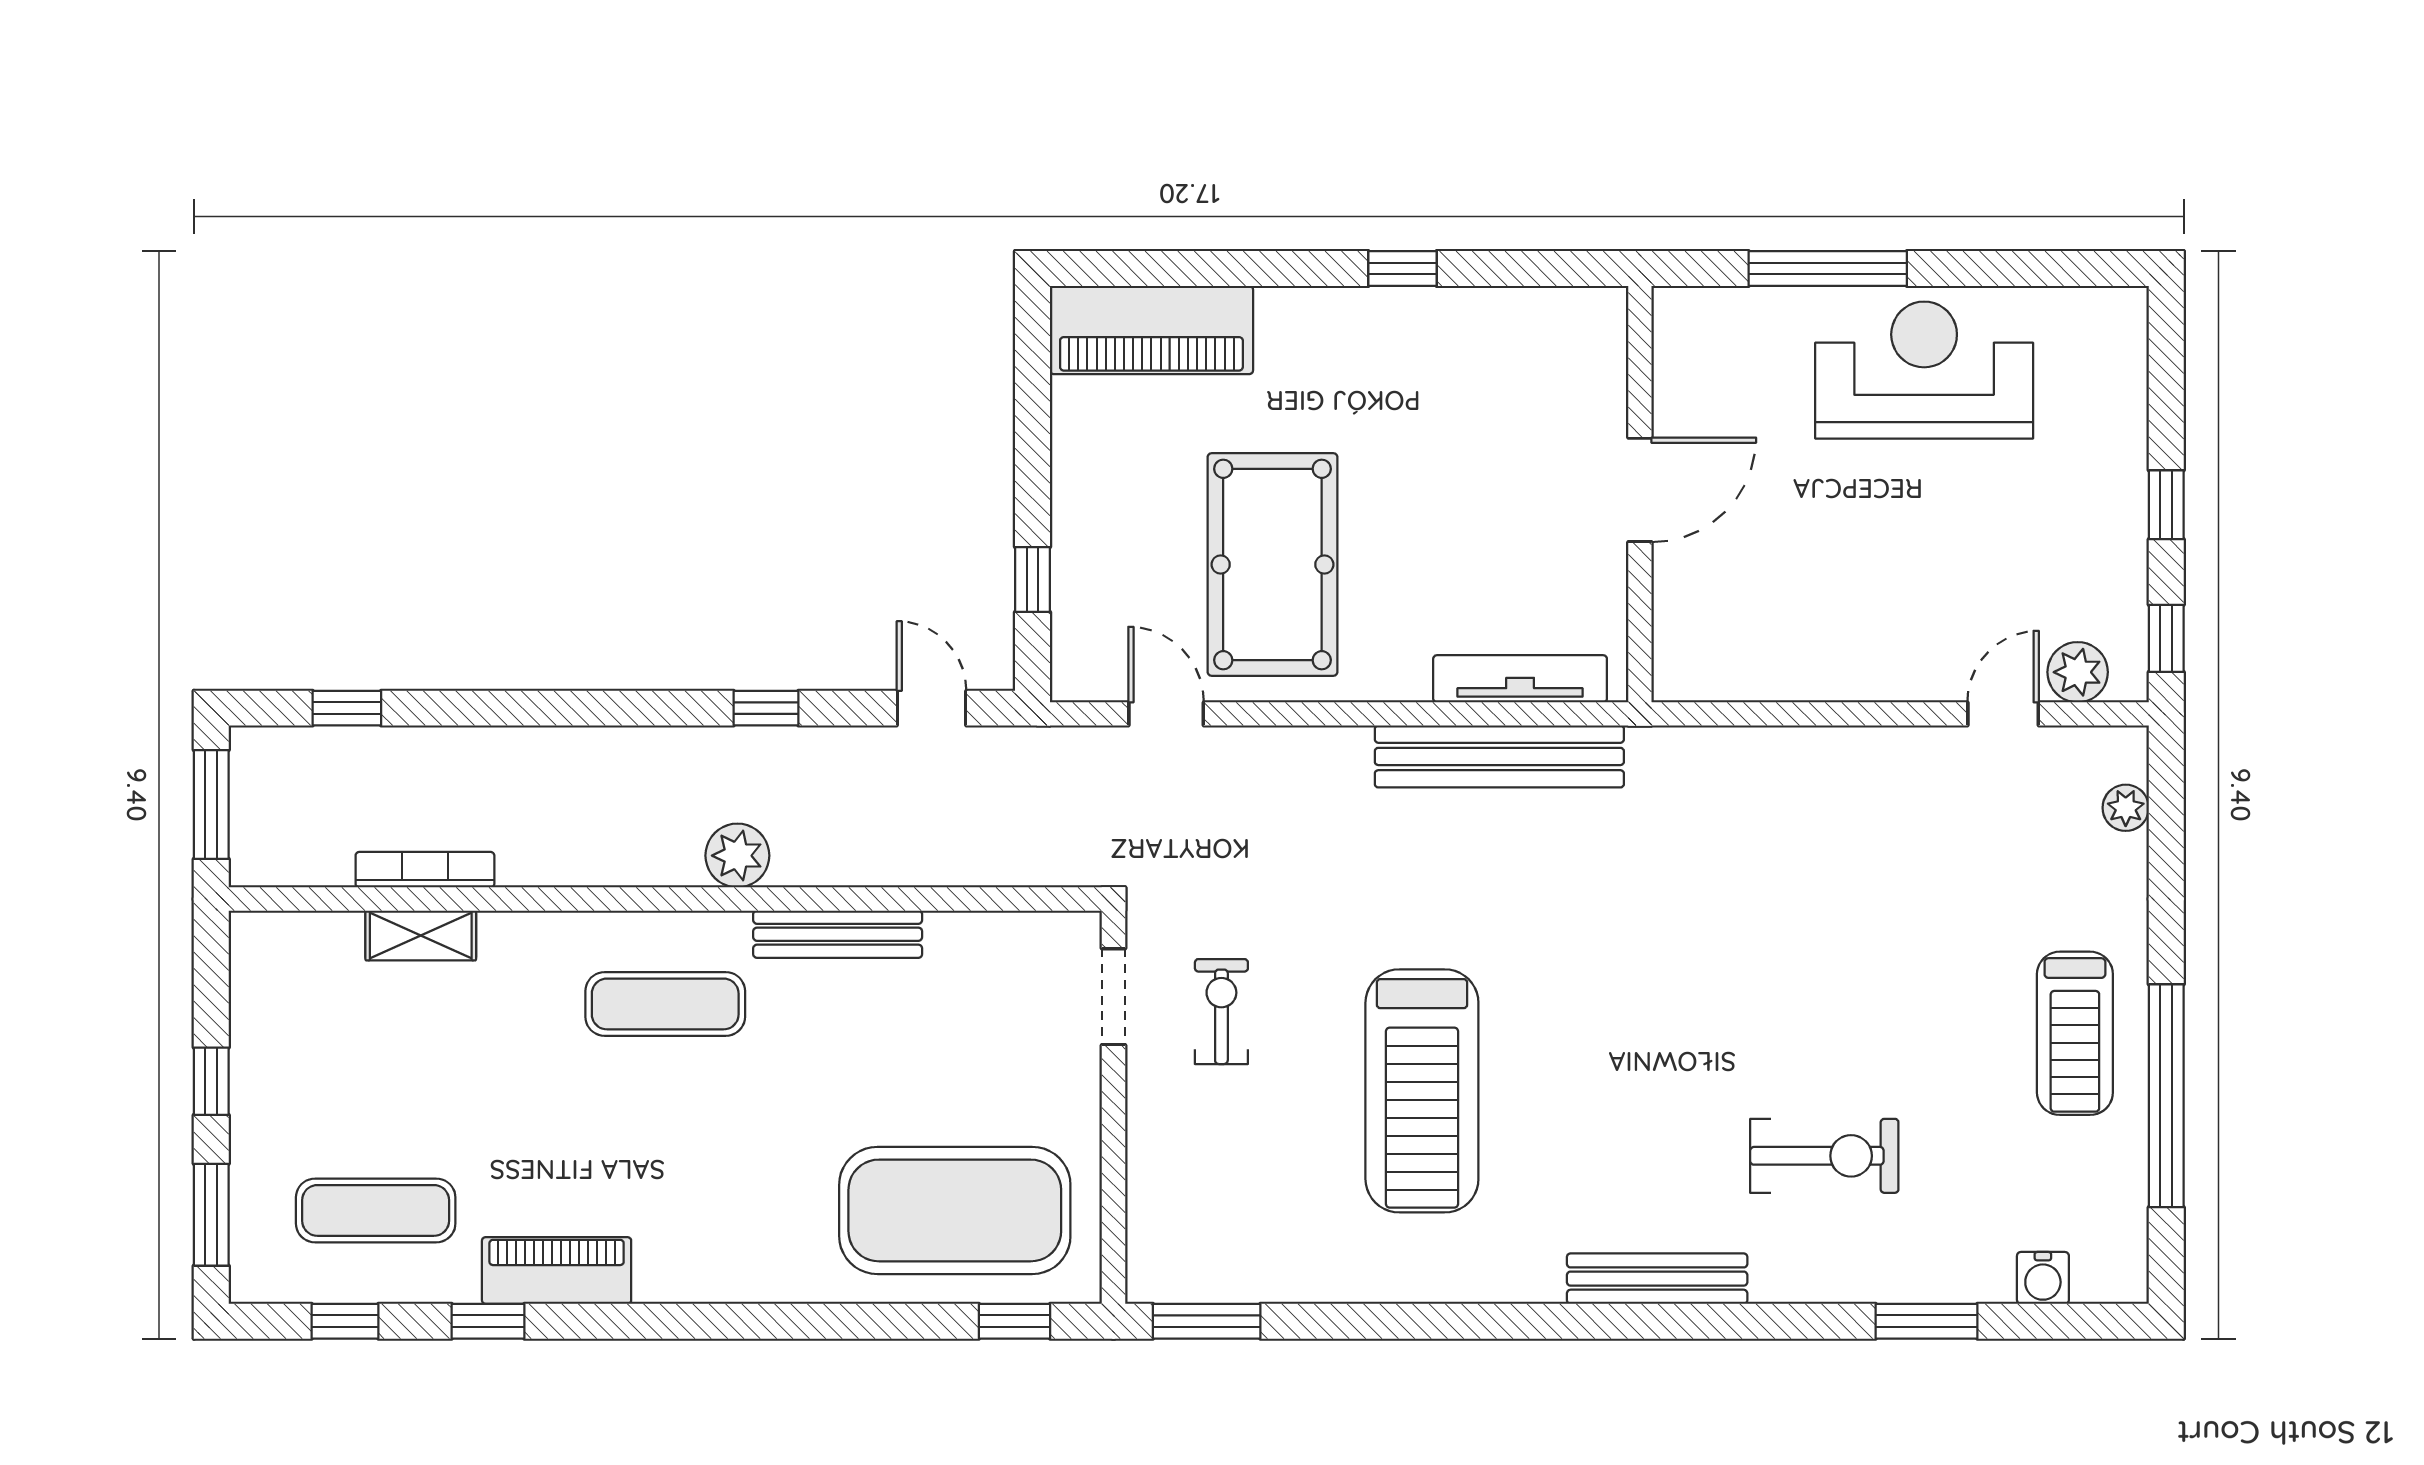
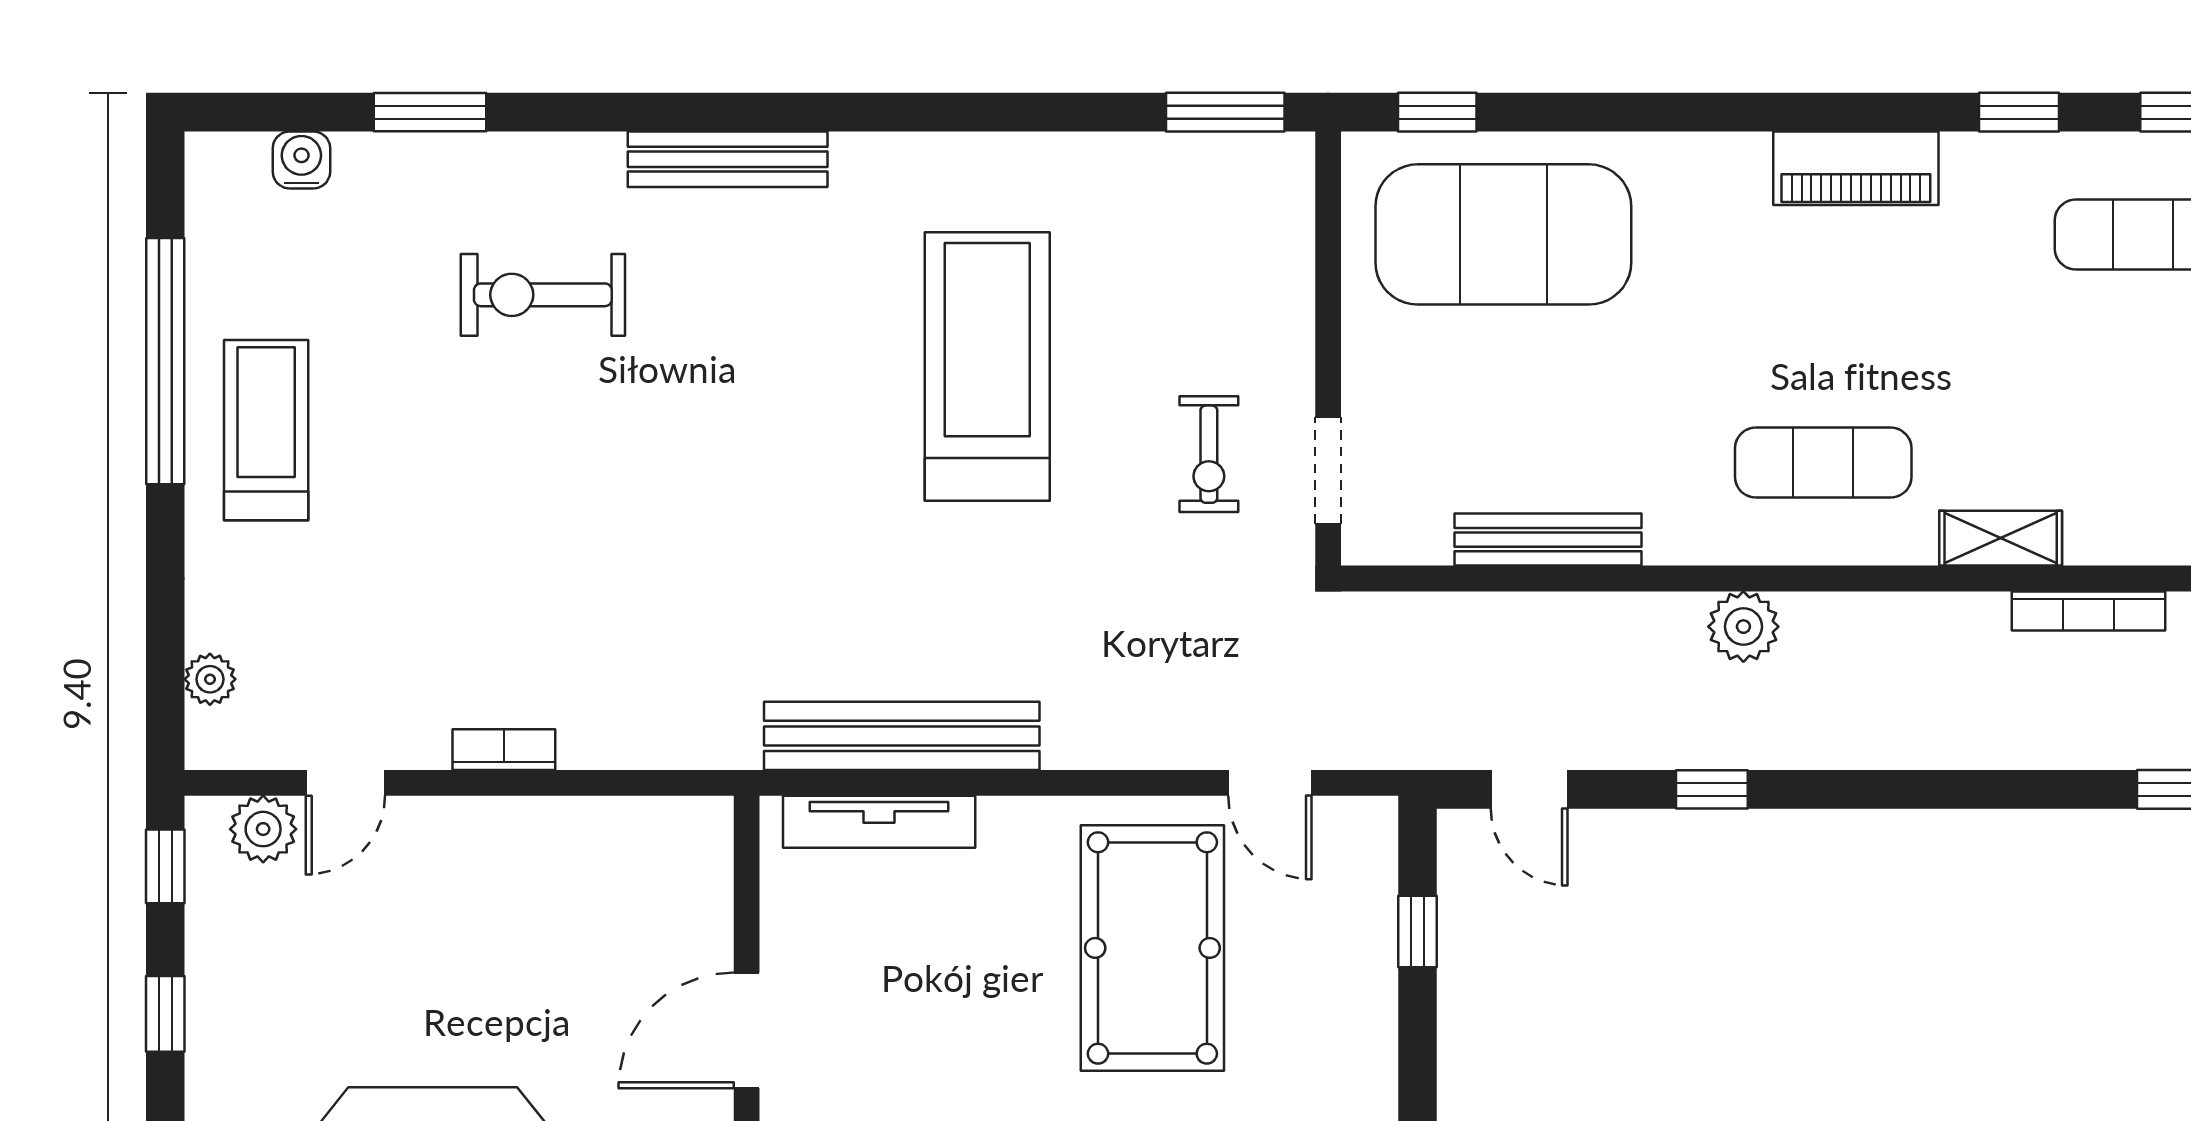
bookcase: (1860, 744) -> (504, 750), added
bench: (838, 934) -> (1548, 540), moved
shelving: (421, 935) -> (2001, 538), moved
piano: (557, 1270) -> (1856, 168), moved

